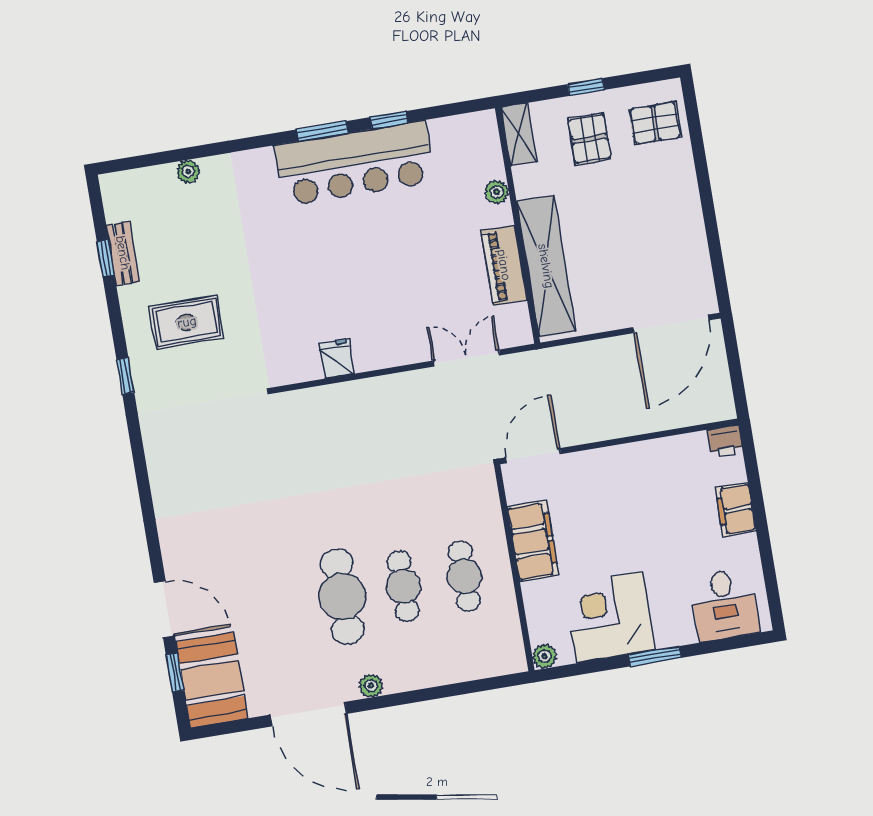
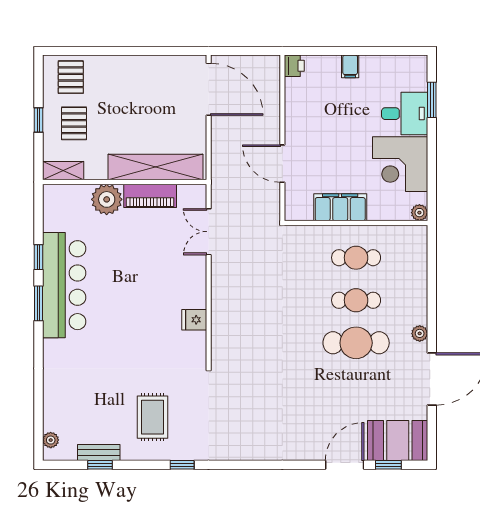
pallet: (590, 139) -> (74, 123), turned 90
plant: (188, 171) -> (51, 440), moved
plant: (497, 192) -> (107, 199), width x1.87, depth x1.87
door: (533, 456) -> (282, 164), moved
filing cabinet: (736, 509) -> (350, 66), width x0.50
desk: (724, 604) -> (405, 114), moved
window: (655, 656) -> (432, 100), moved

